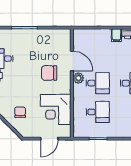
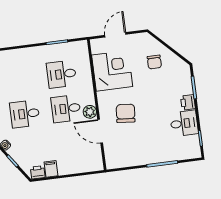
chair: (49, 73) -> (126, 113), turned -85

